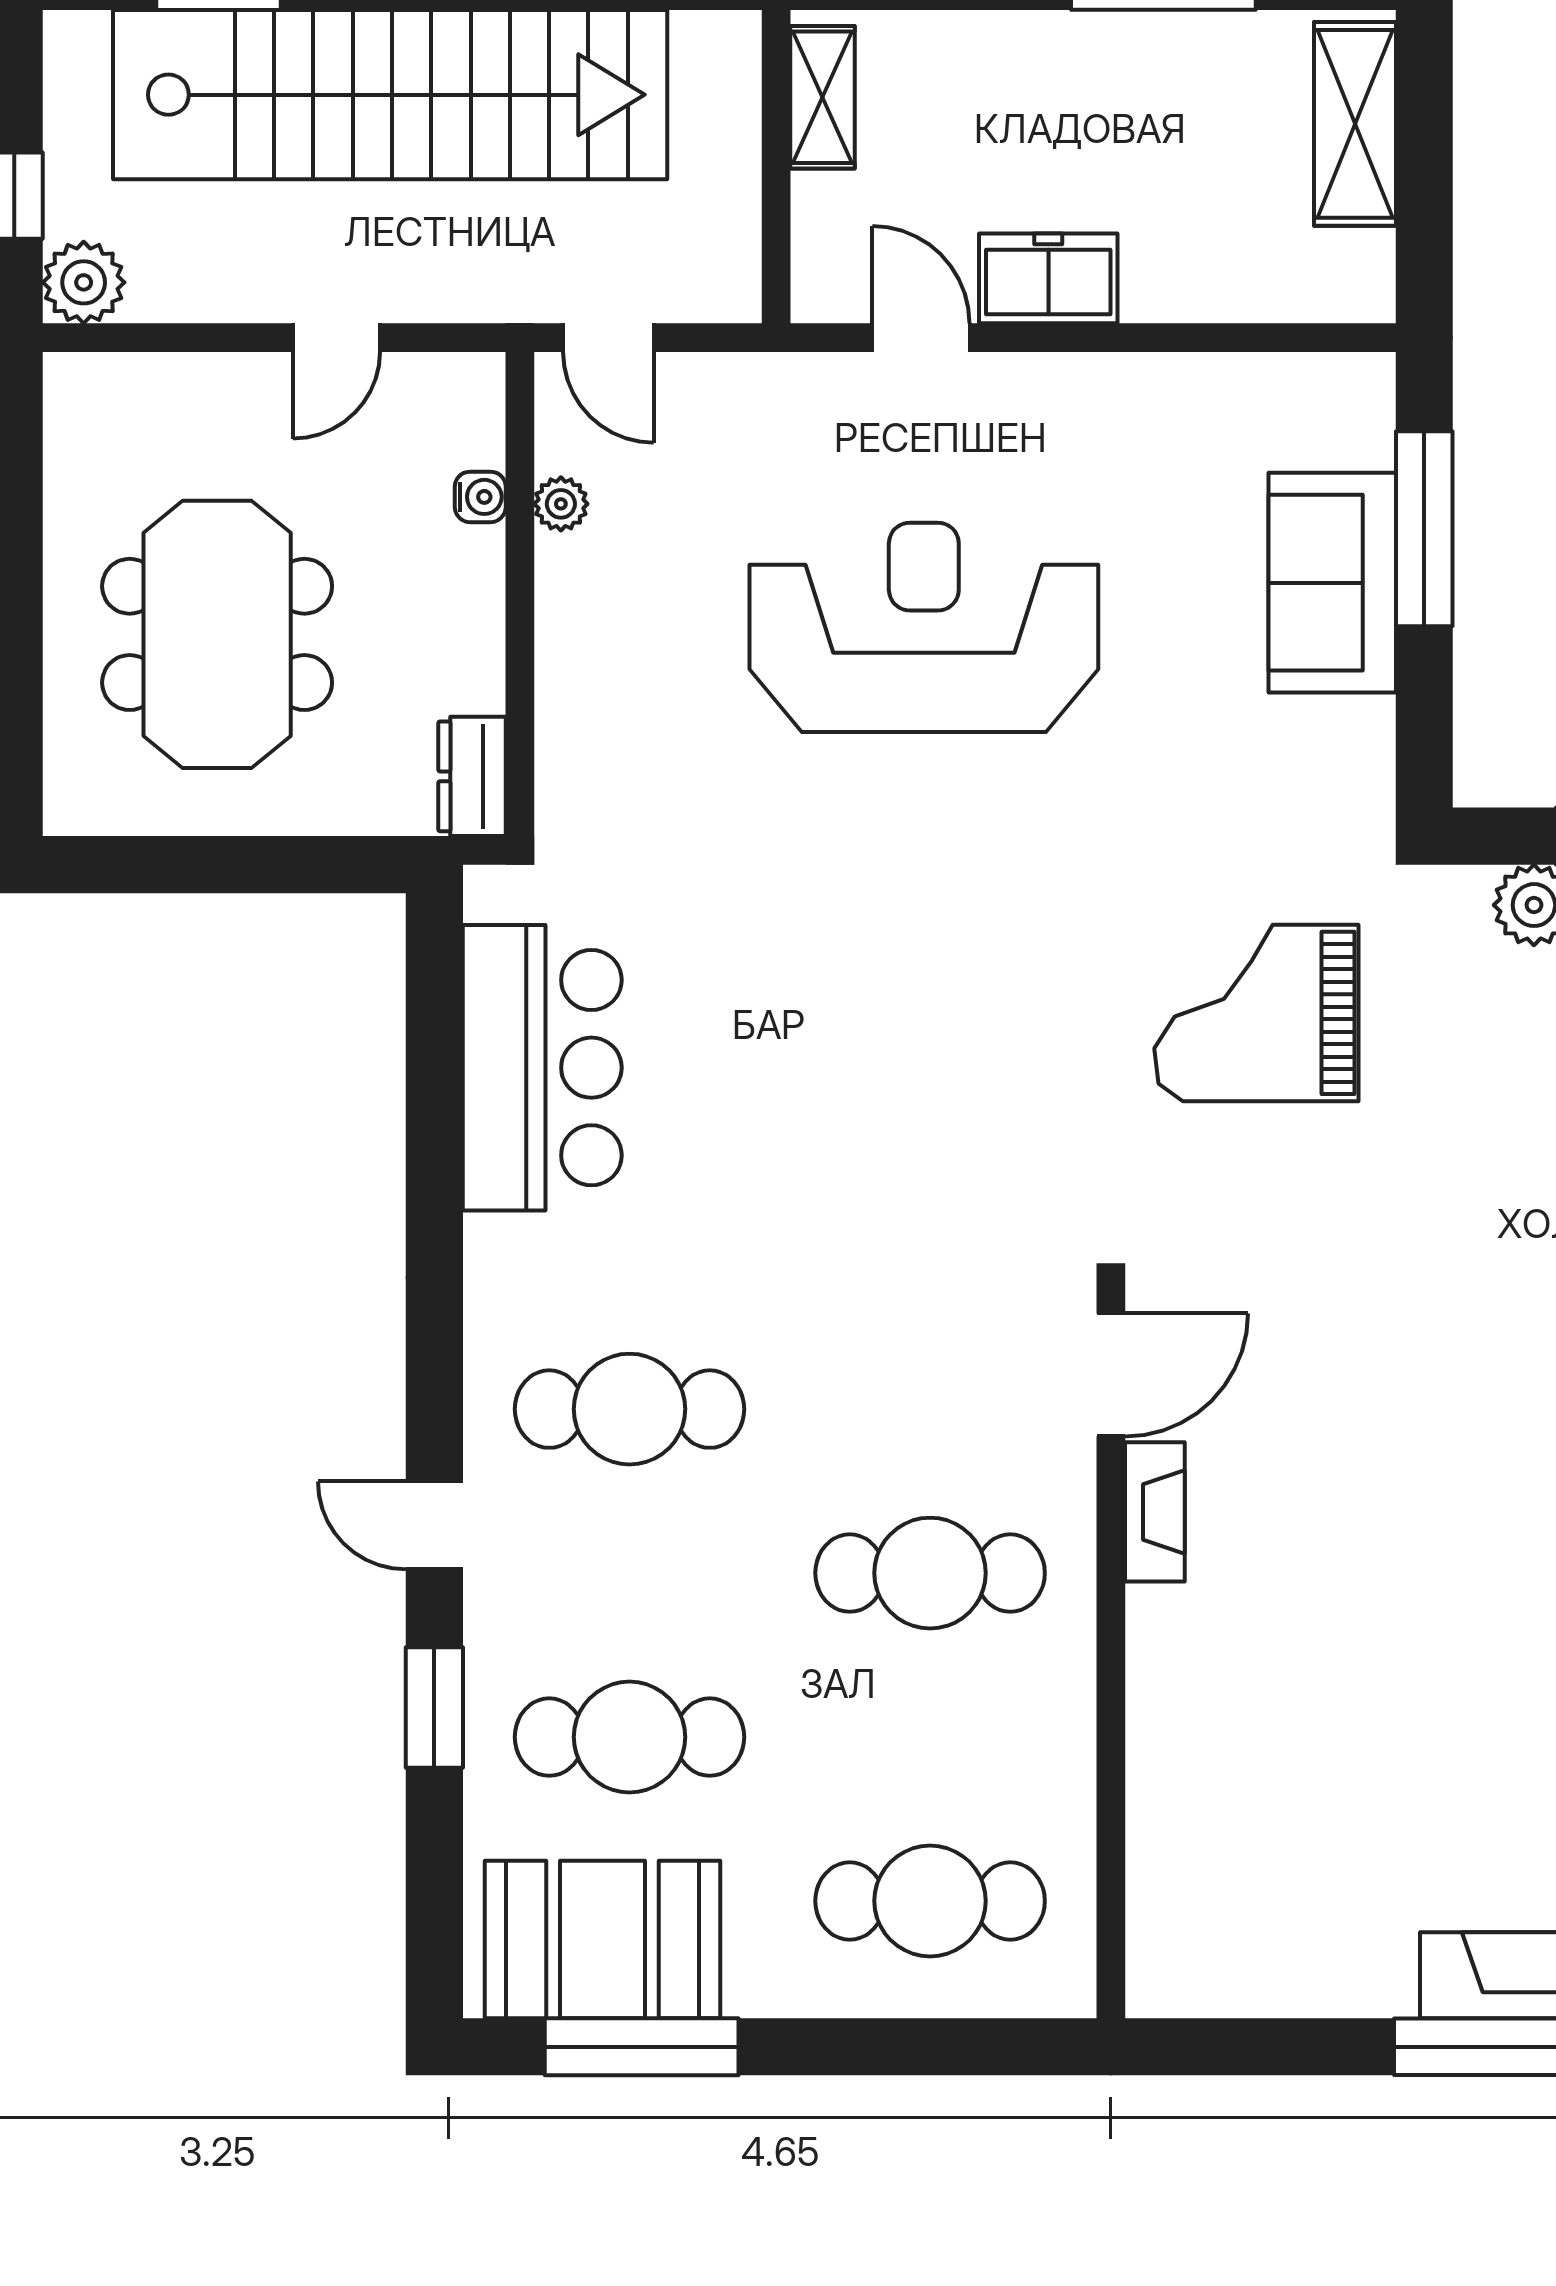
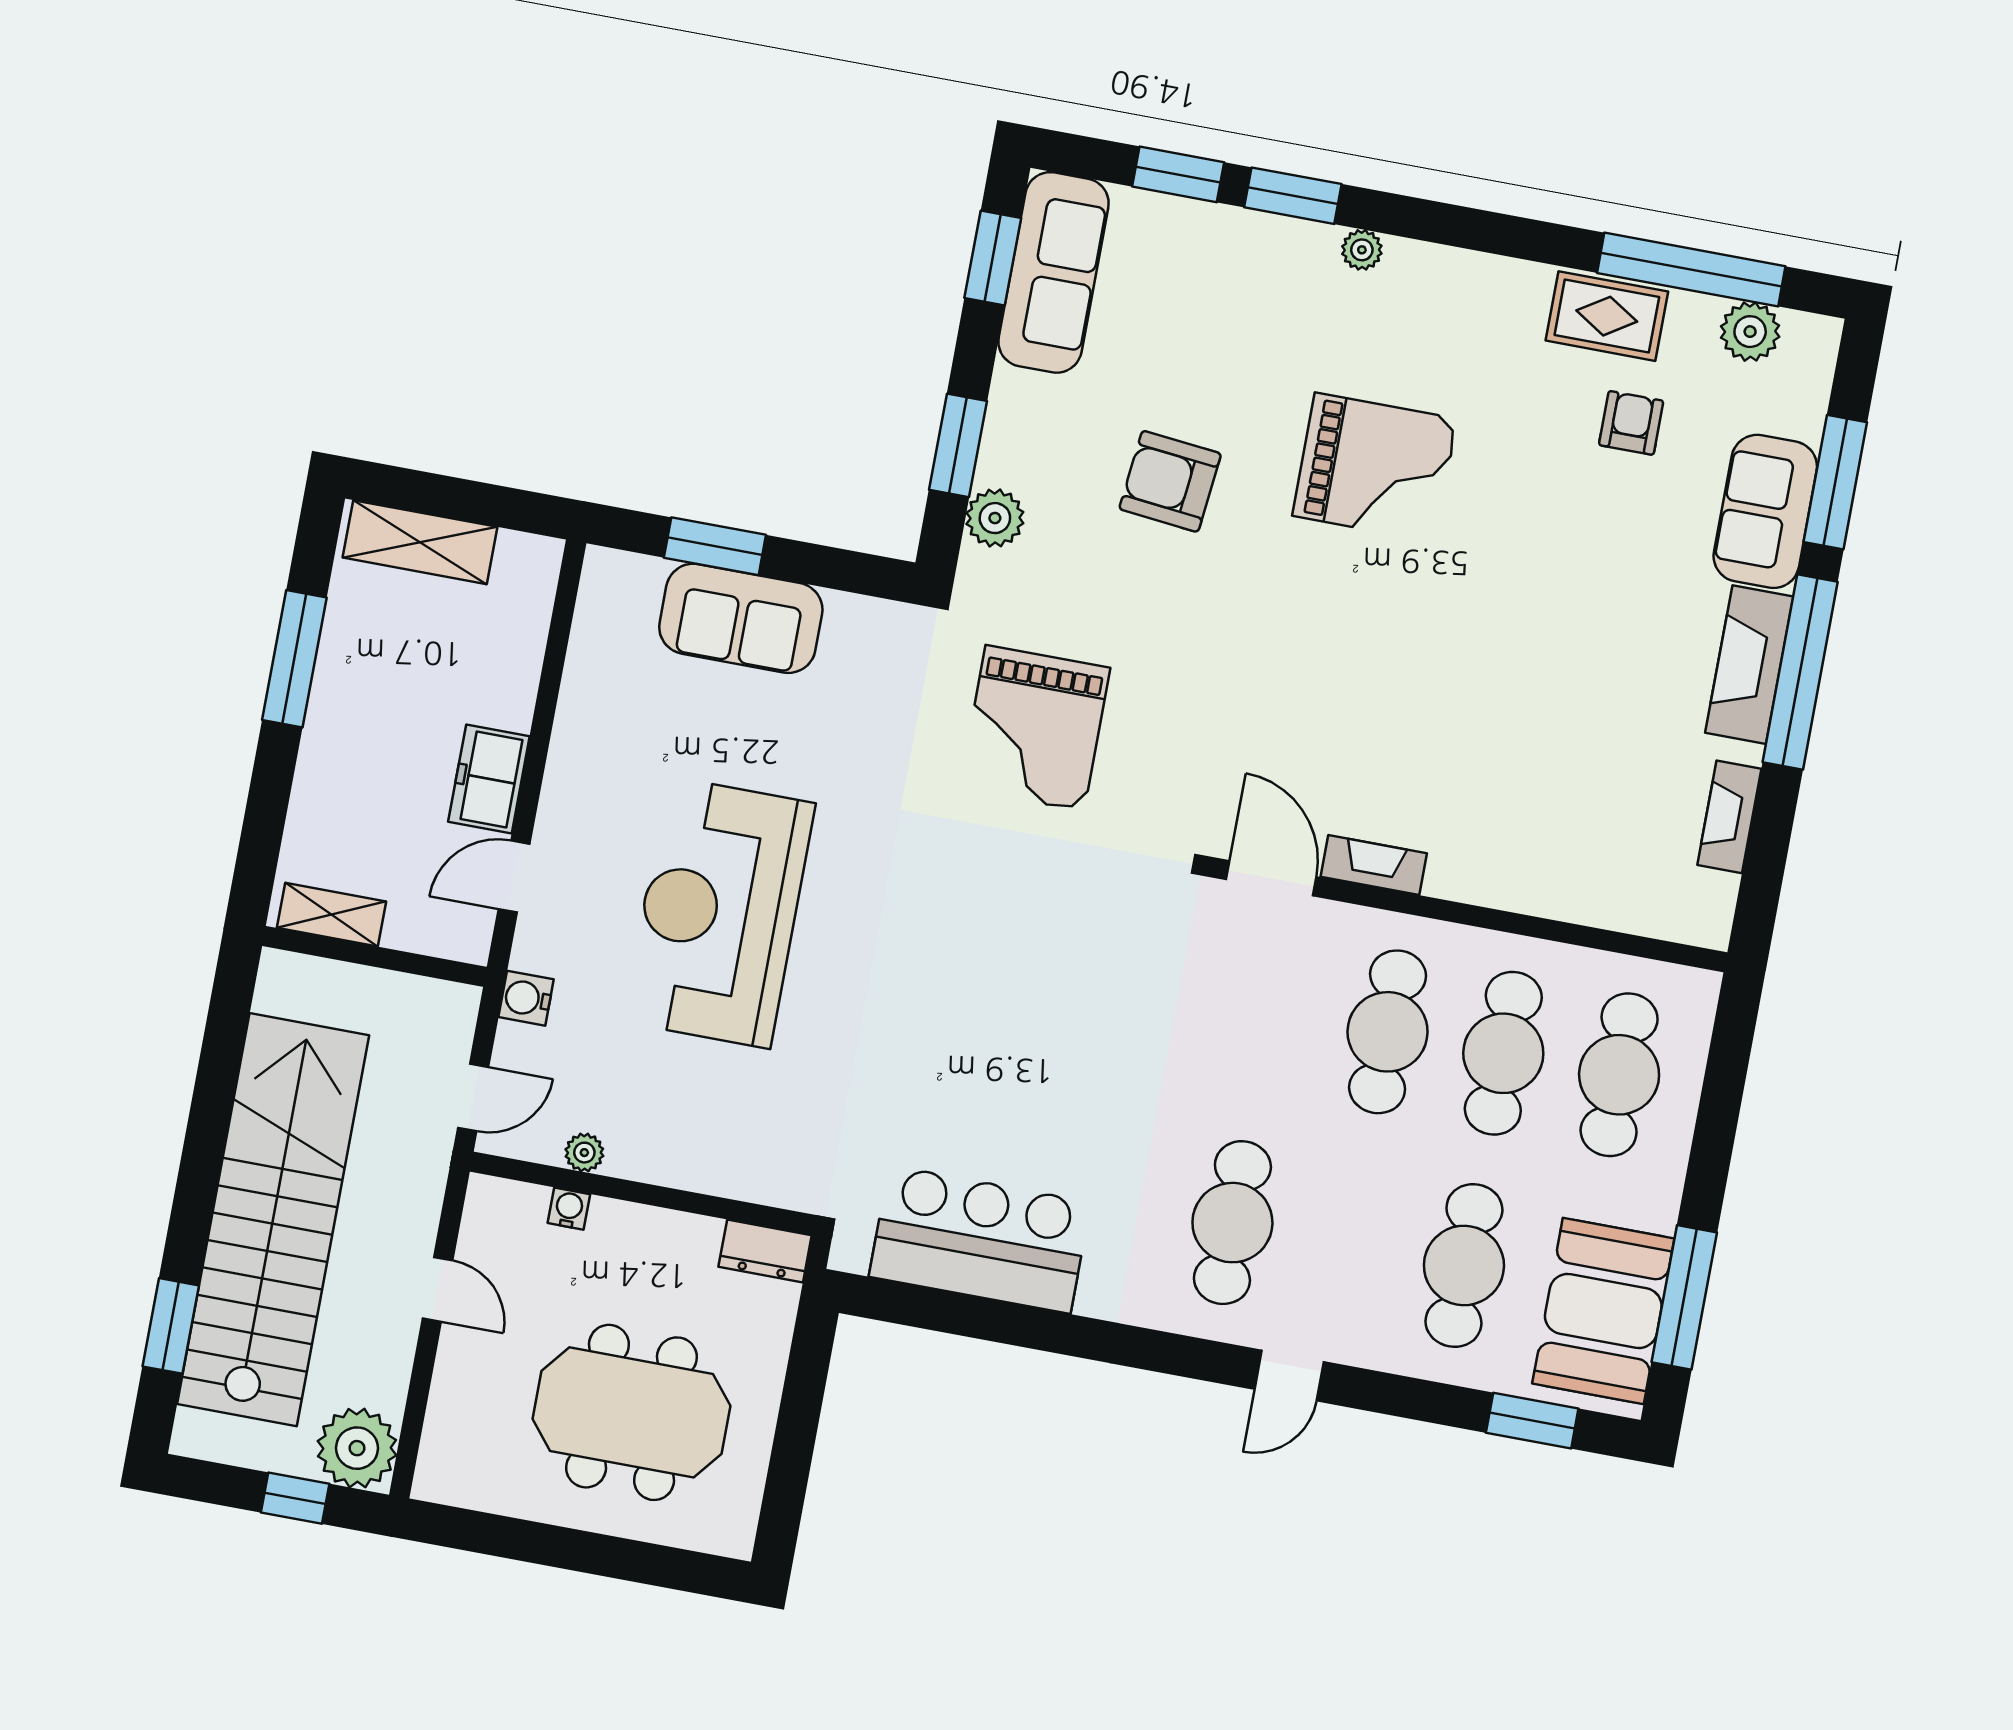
plant: (84, 282) -> (357, 1448), width x1.36, depth x1.36
water cooler: (757, 385) -> (526, 998), added
window: (1424, 529) -> (715, 546), width x0.69
window: (434, 1707) -> (1532, 1421), moved
cafe table: (930, 1737) -> (1503, 1053), added
fireplace: (1311, 1987) -> (1729, 817), added

